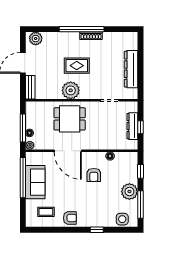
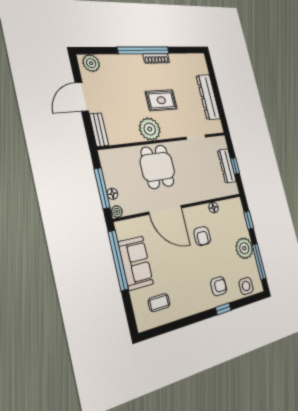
rug: (77, 66) -> (161, 100), moved
dining table: (70, 119) -> (157, 167), turned 90
armchair: (70, 218) -> (219, 286), moved

